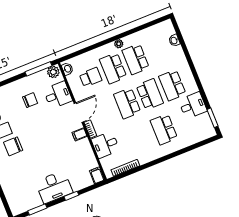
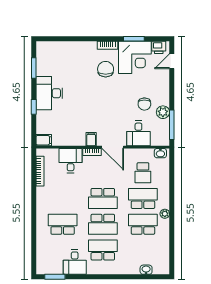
plant: (53, 72) -> (163, 112), moved
school desk: (127, 103) -> (103, 198), turned 180

